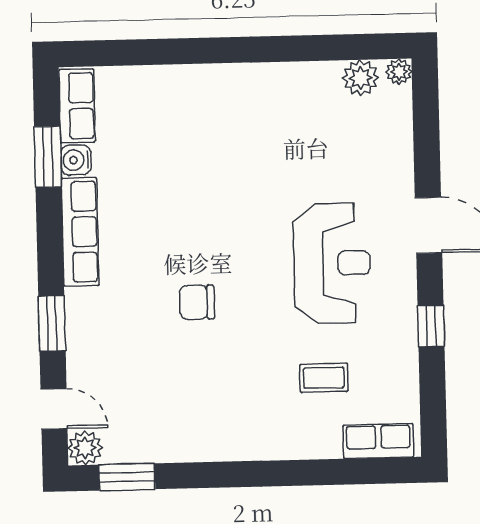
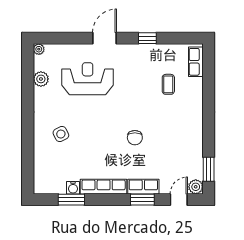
plant: (361, 78) -> (41, 79), moved
row of seats: (77, 106) -> (143, 187), moved
side table: (201, 129) -> (61, 134), added
reception desk: (332, 263) -> (88, 79), moved

